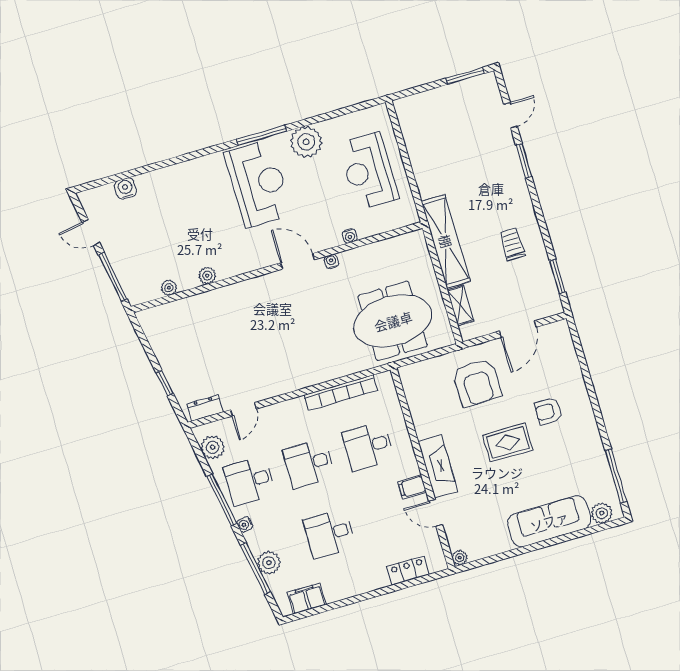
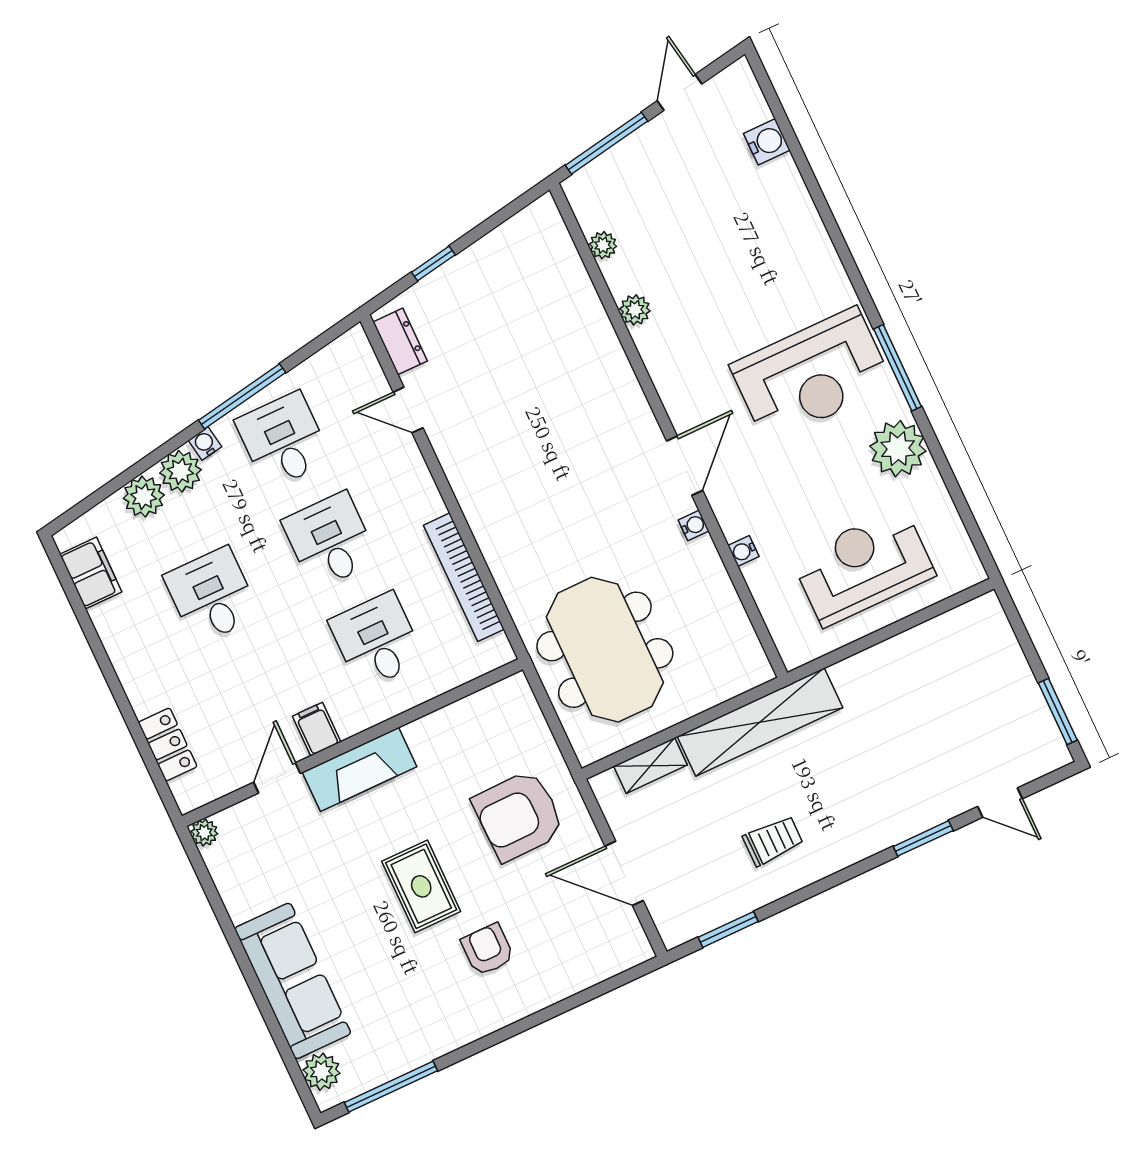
plant: (213, 447) -> (180, 471), moved
window: (256, 569) -> (130, 474), removed

